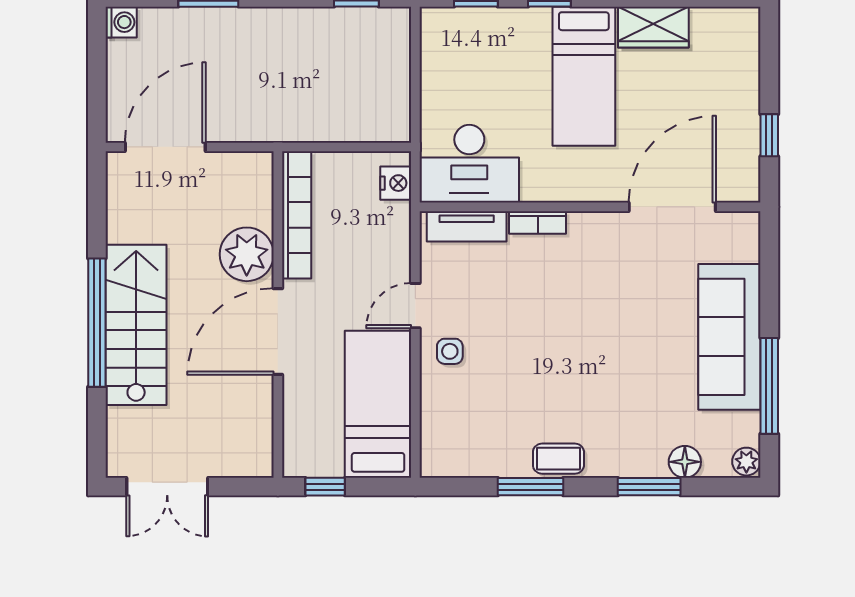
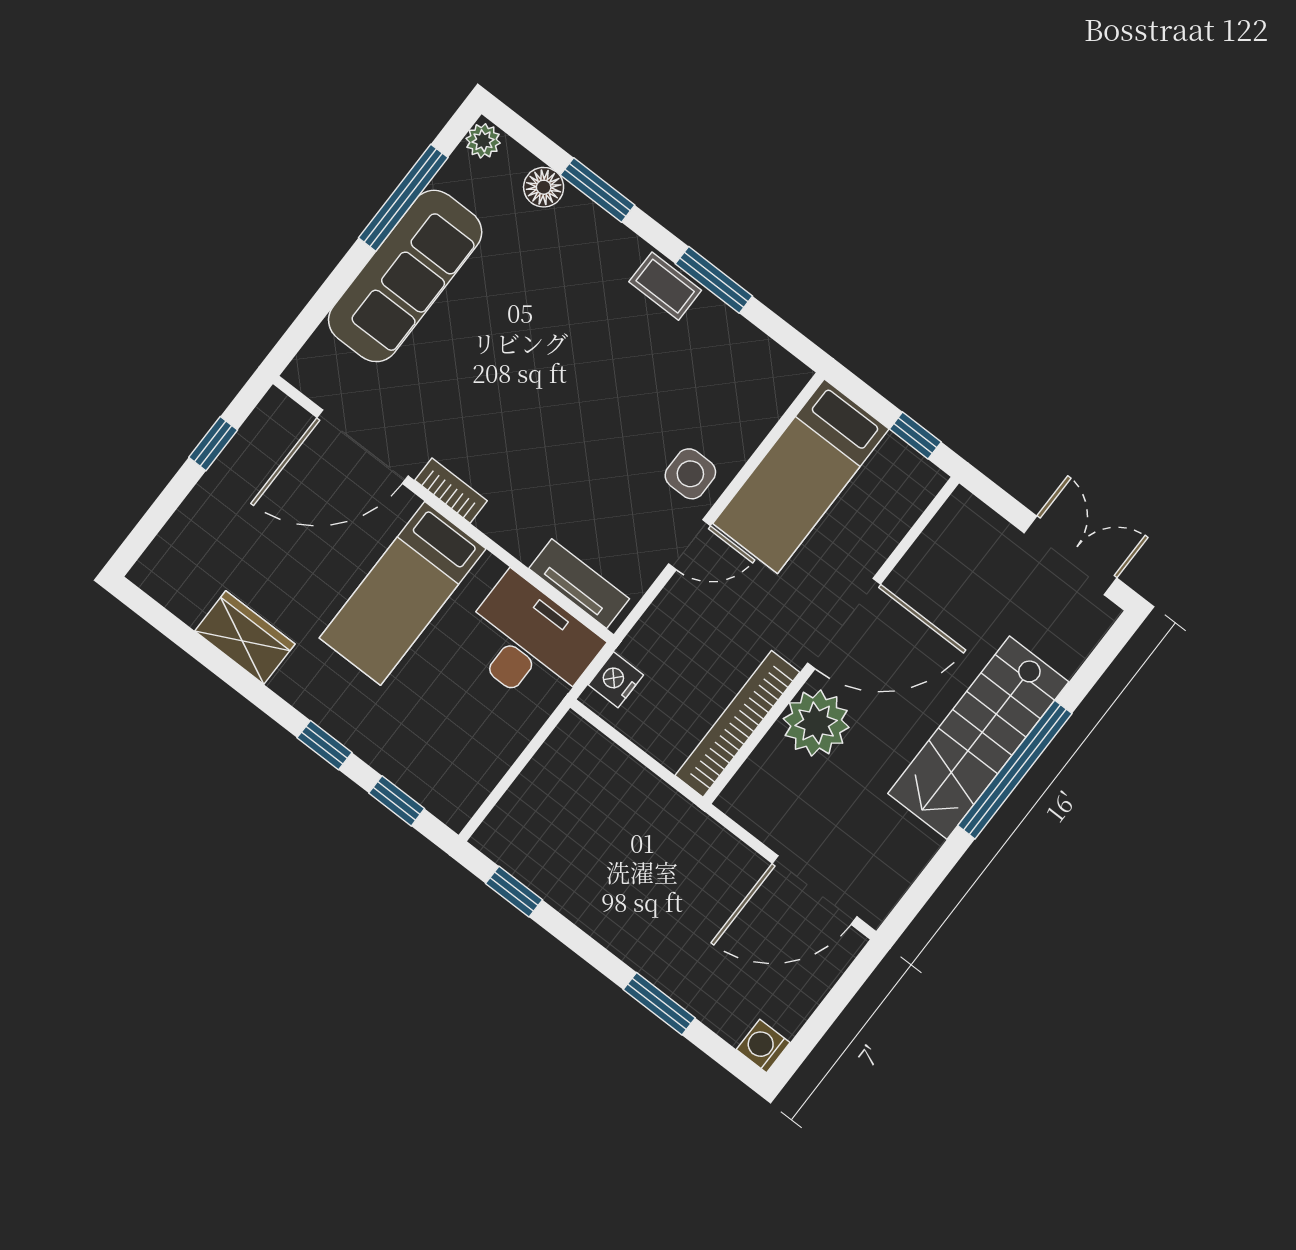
bed: (584, 76) -> (403, 593), moved, turned 180
bookcase: (538, 223) -> (451, 491), moved
side table: (450, 351) -> (690, 474), width x1.37, depth x1.37

